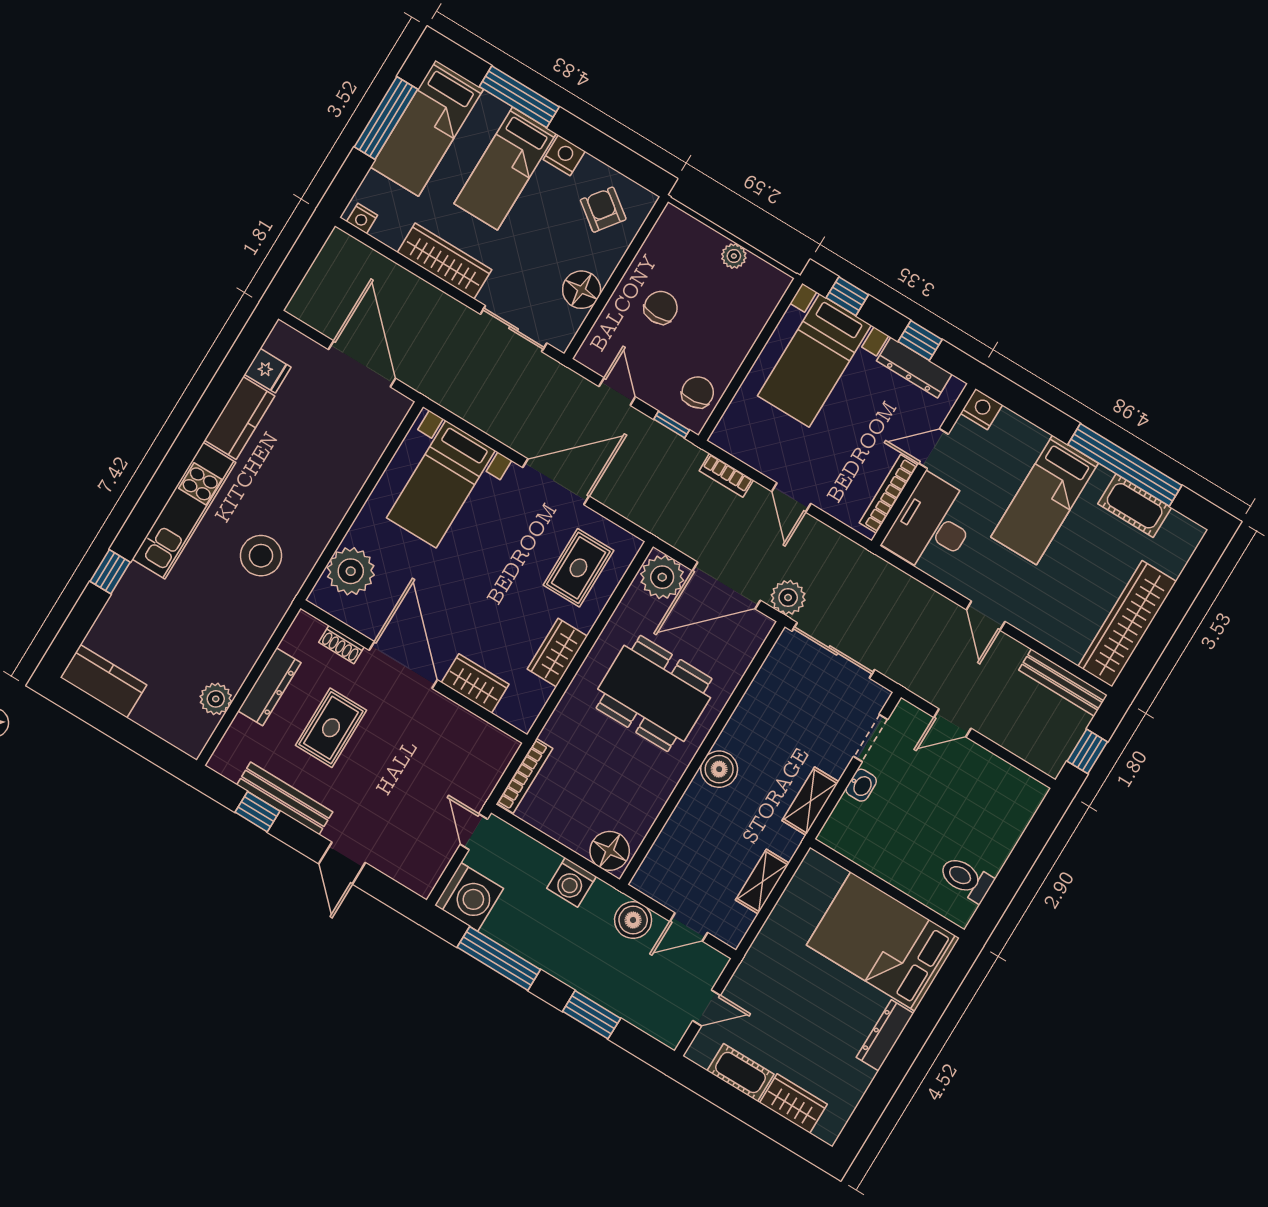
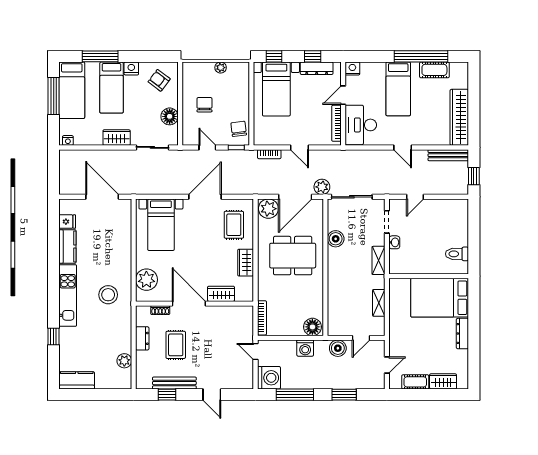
wardrobe: (444, 261) -> (117, 138), width x0.67
dresser: (269, 687) -> (142, 338), width x0.70
boiler: (719, 769) -> (336, 239), moved

